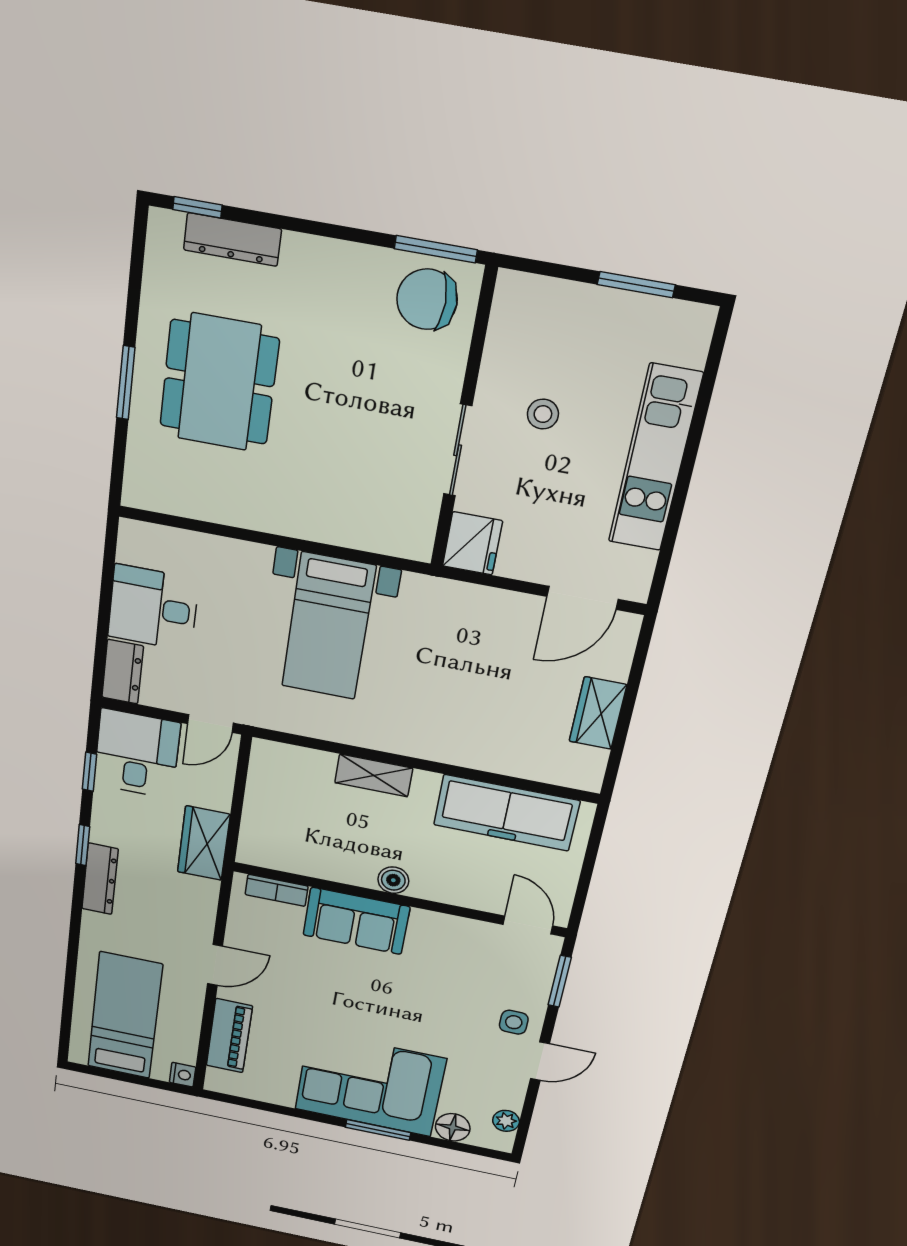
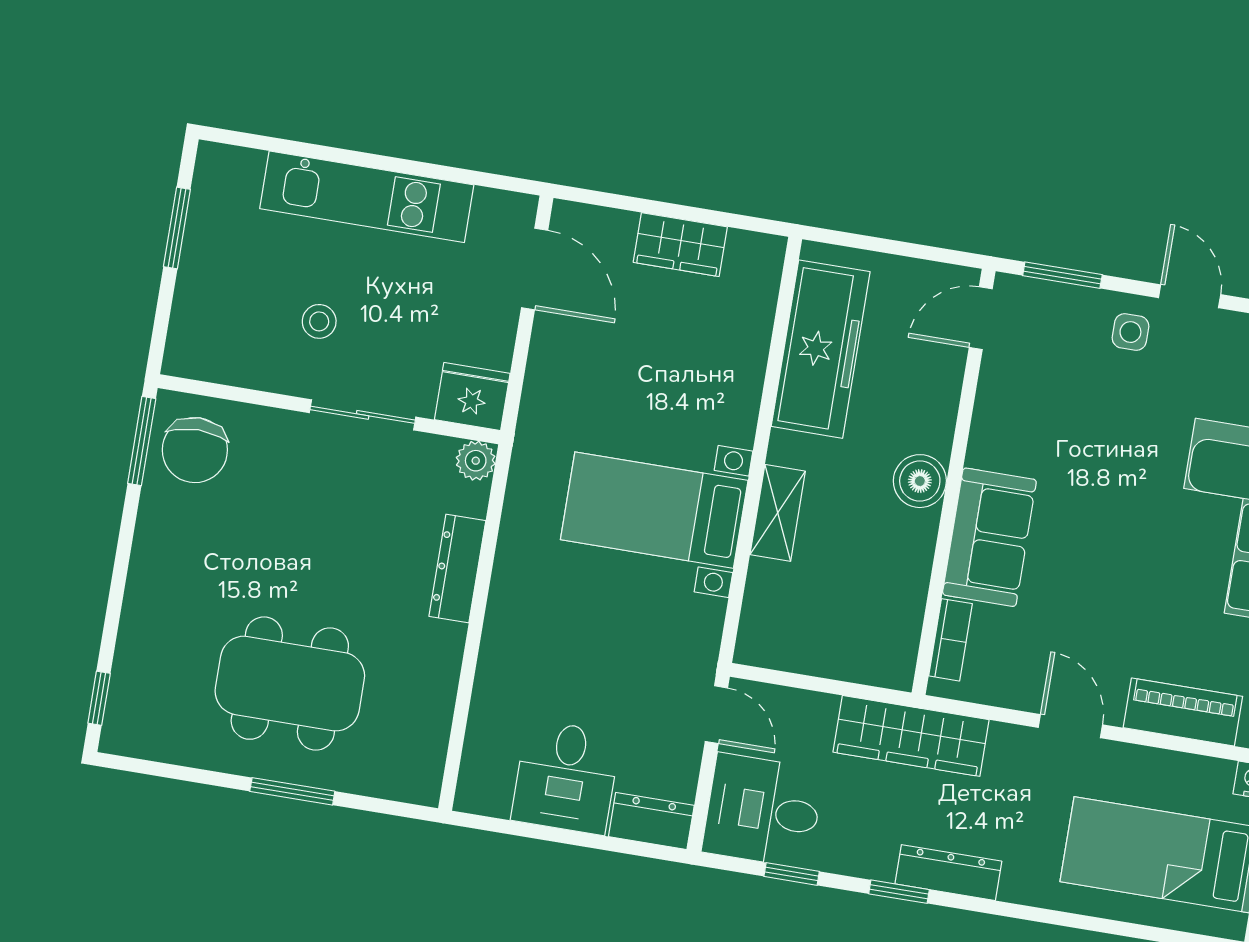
dresser: (232, 239) -> (457, 569), moved, turned 180
plant: (417, 545) -> (476, 461), added
bed with nightstands: (328, 626) -> (654, 510), moved, turned 180
wardrobe: (204, 843) -> (911, 736), width x1.50
boiler: (393, 880) -> (920, 481), width x1.36, depth x1.36

